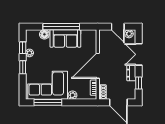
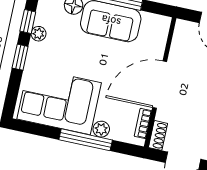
window: (48, 102) -> (86, 140), moved

